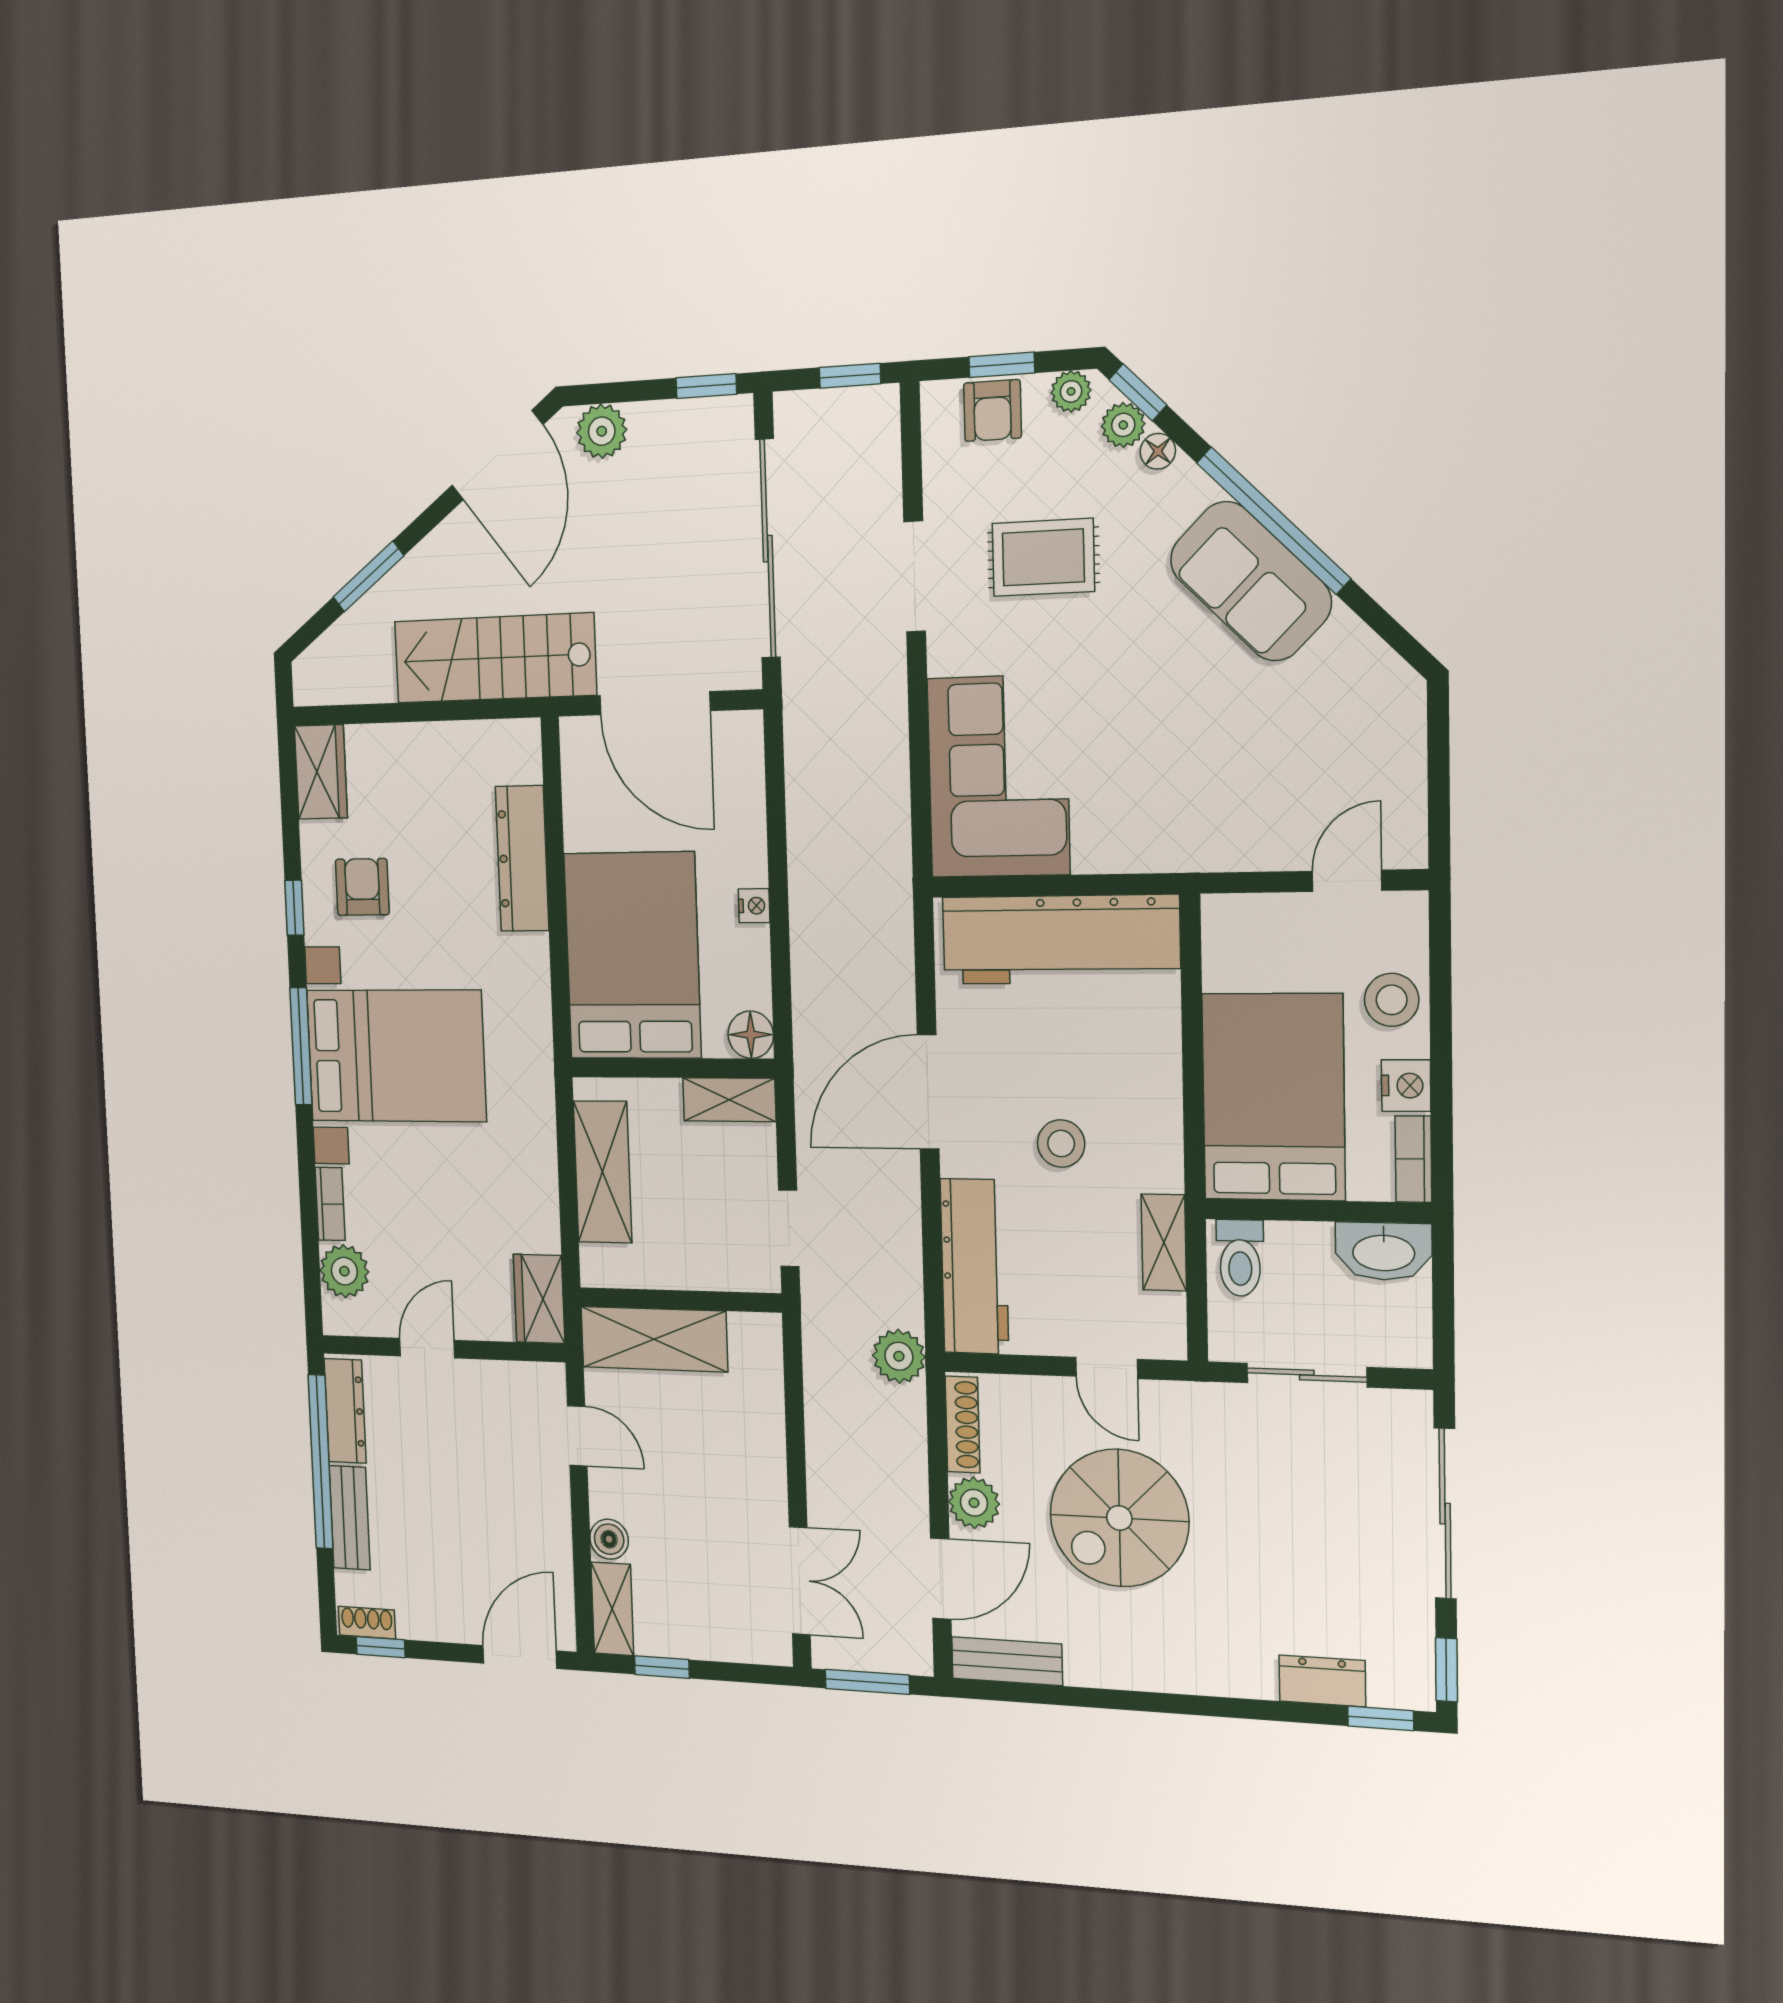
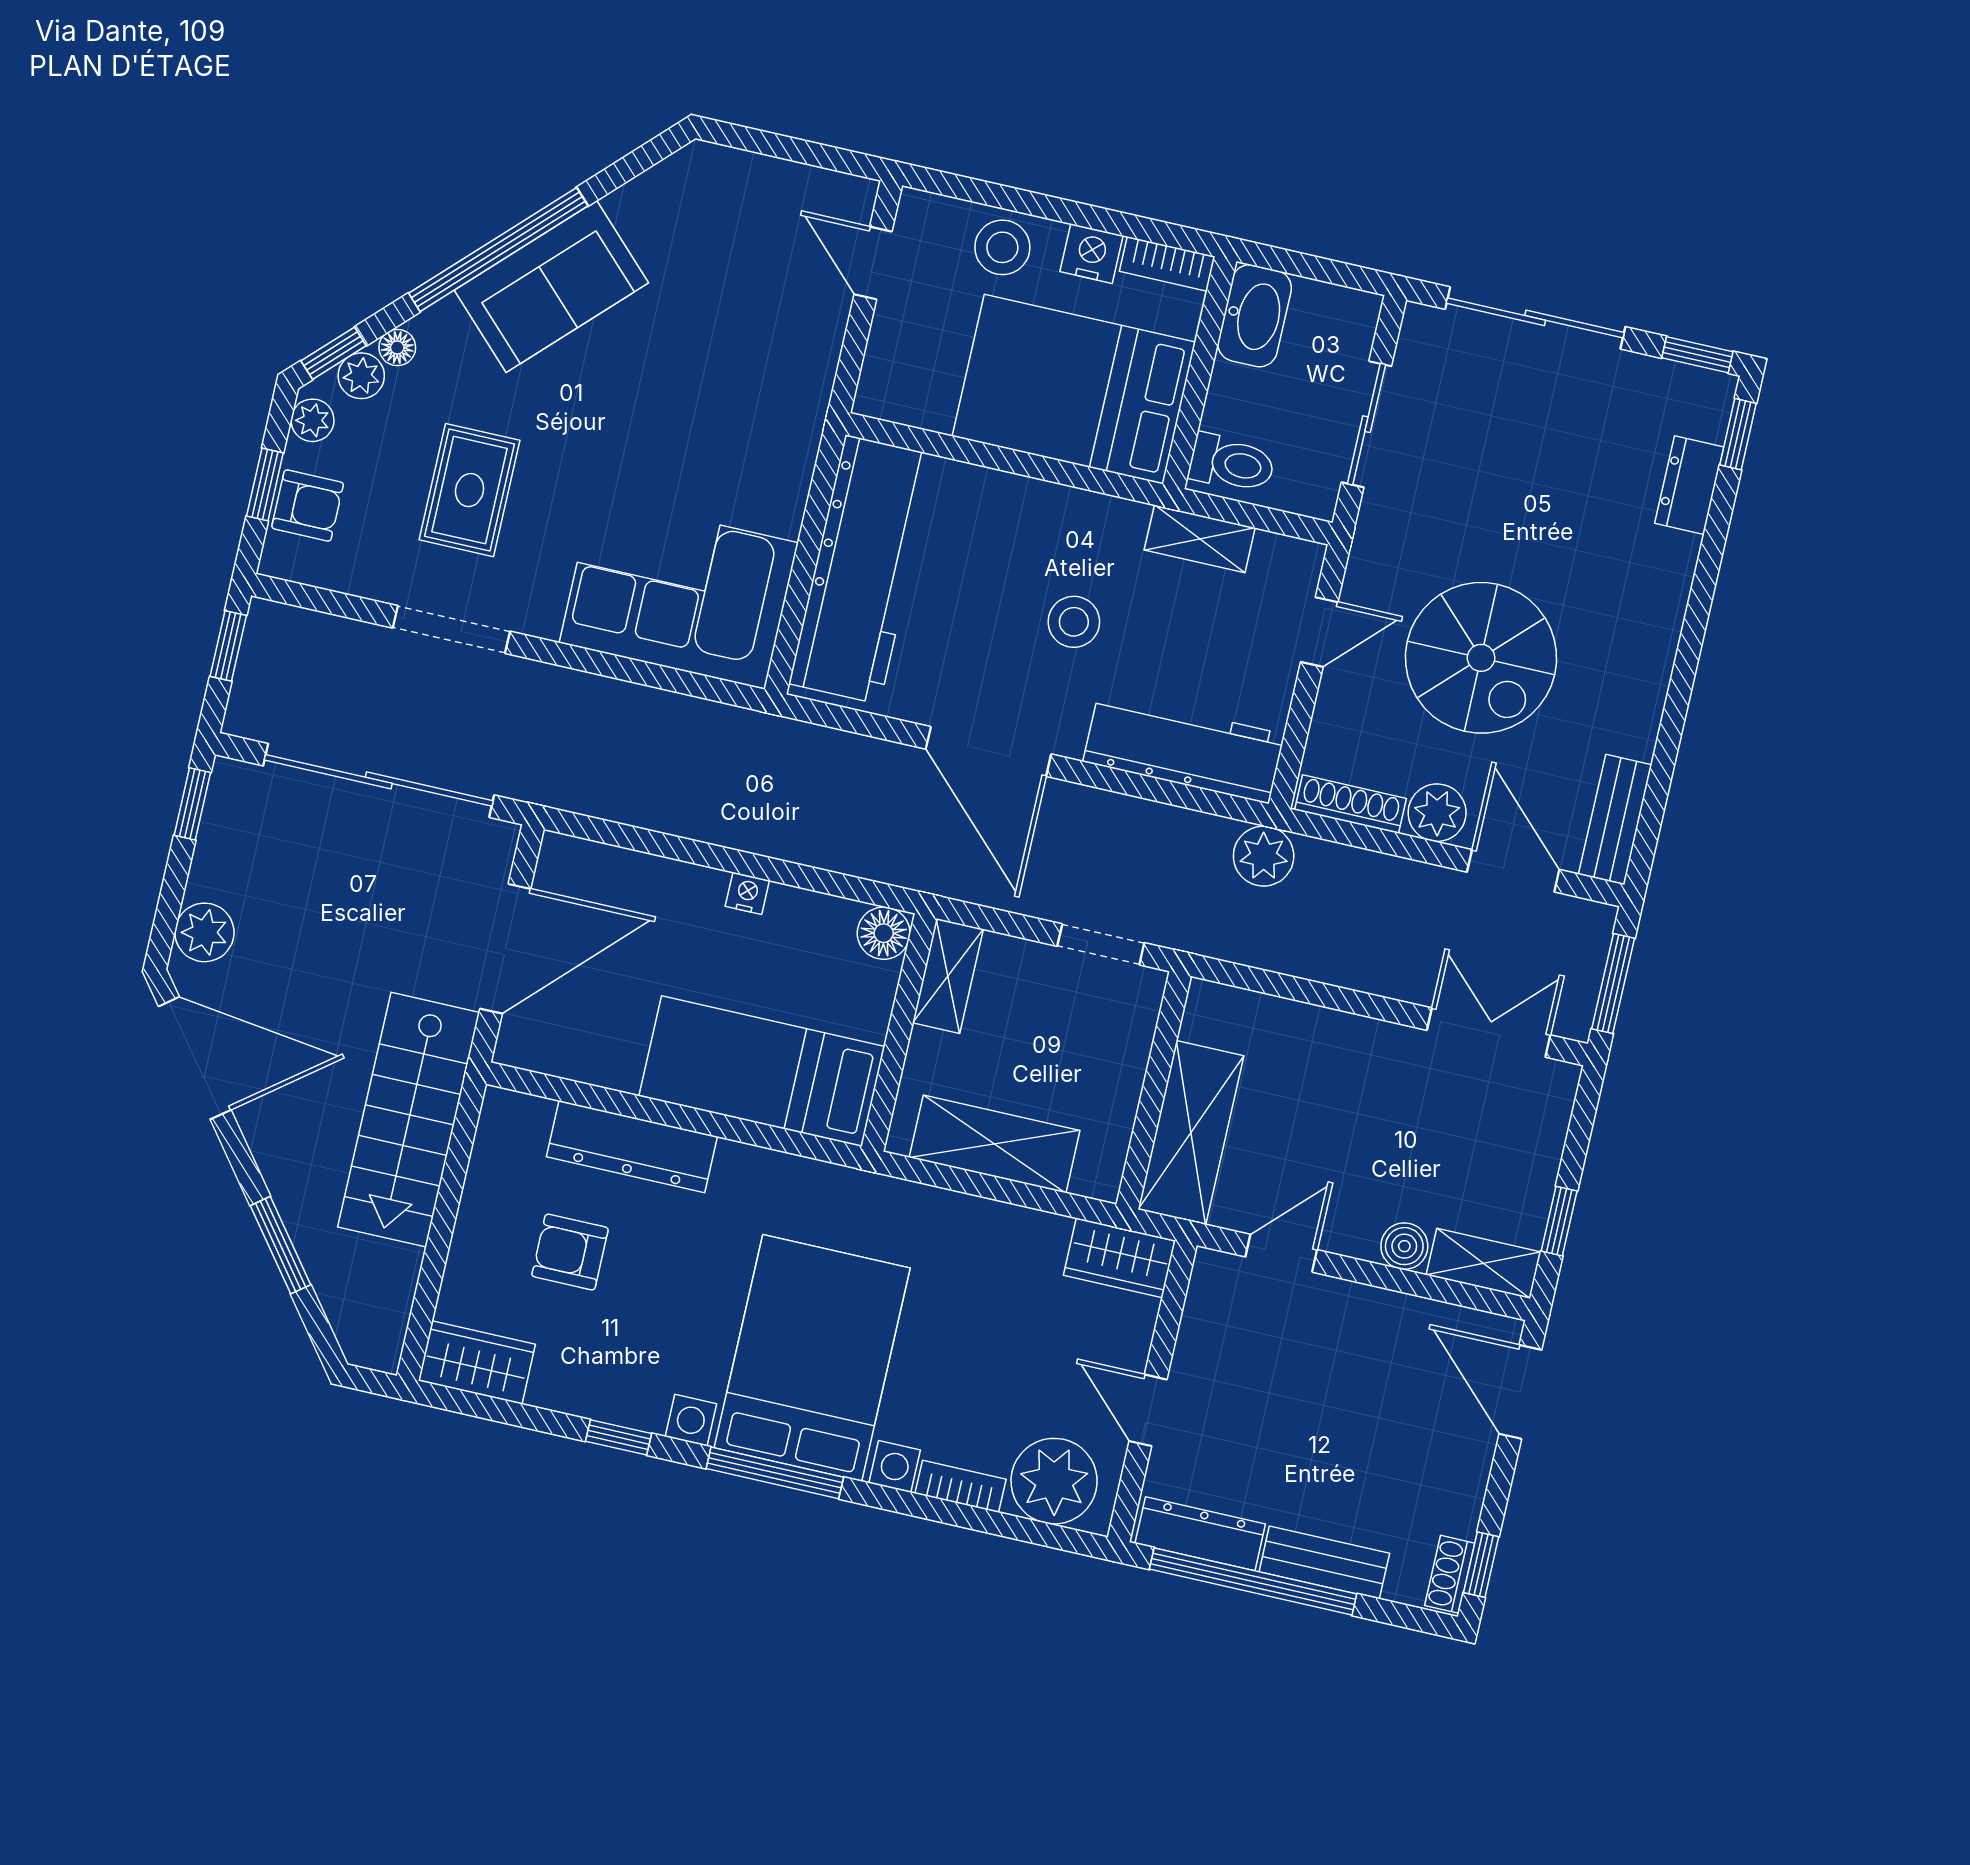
armchair: (362, 887) -> (570, 1252), moved
bed: (632, 956) -> (762, 1071), width x0.67
plant: (344, 1271) -> (1054, 1481), width x1.36, depth x1.36

